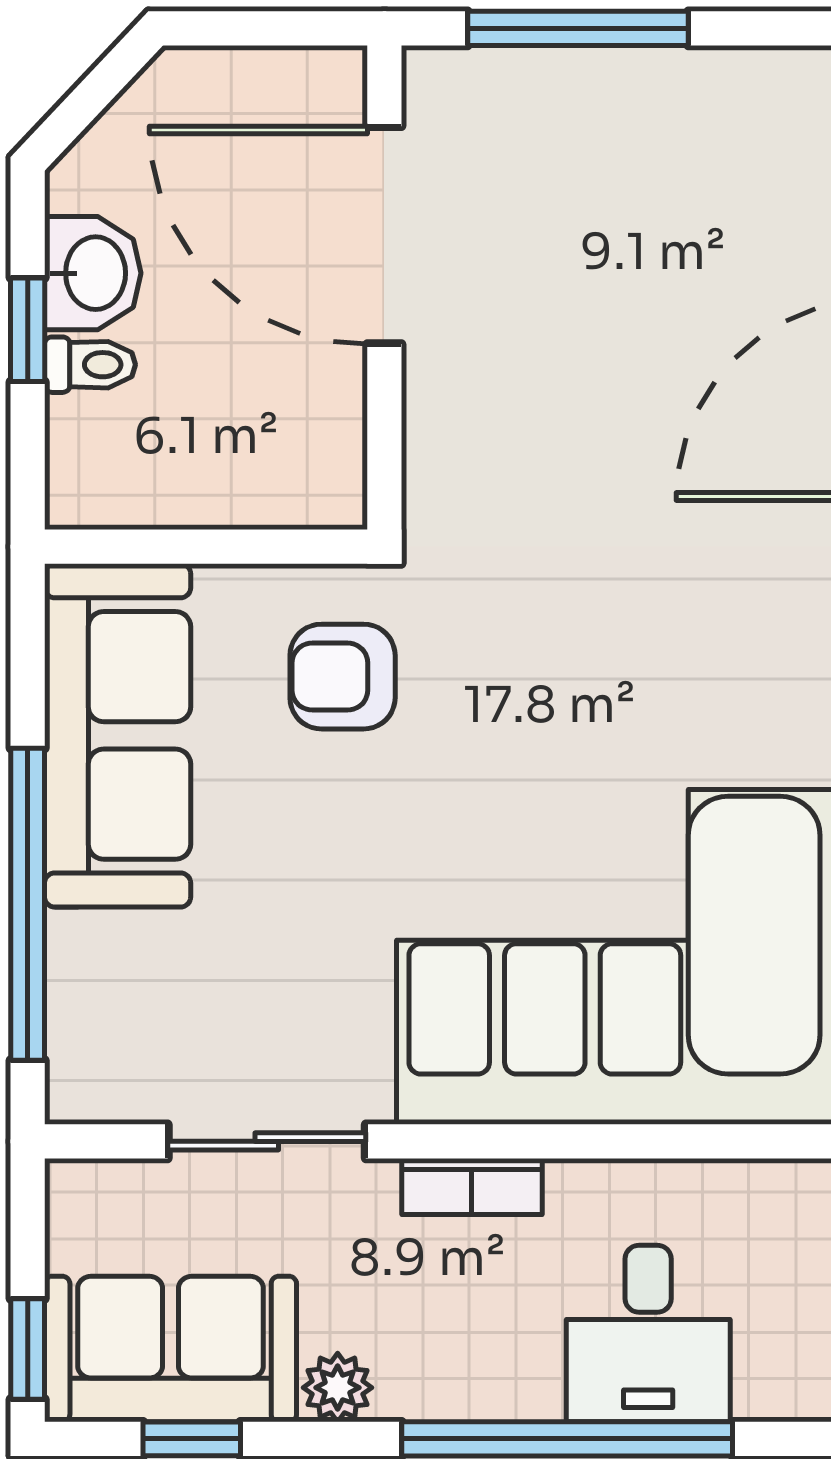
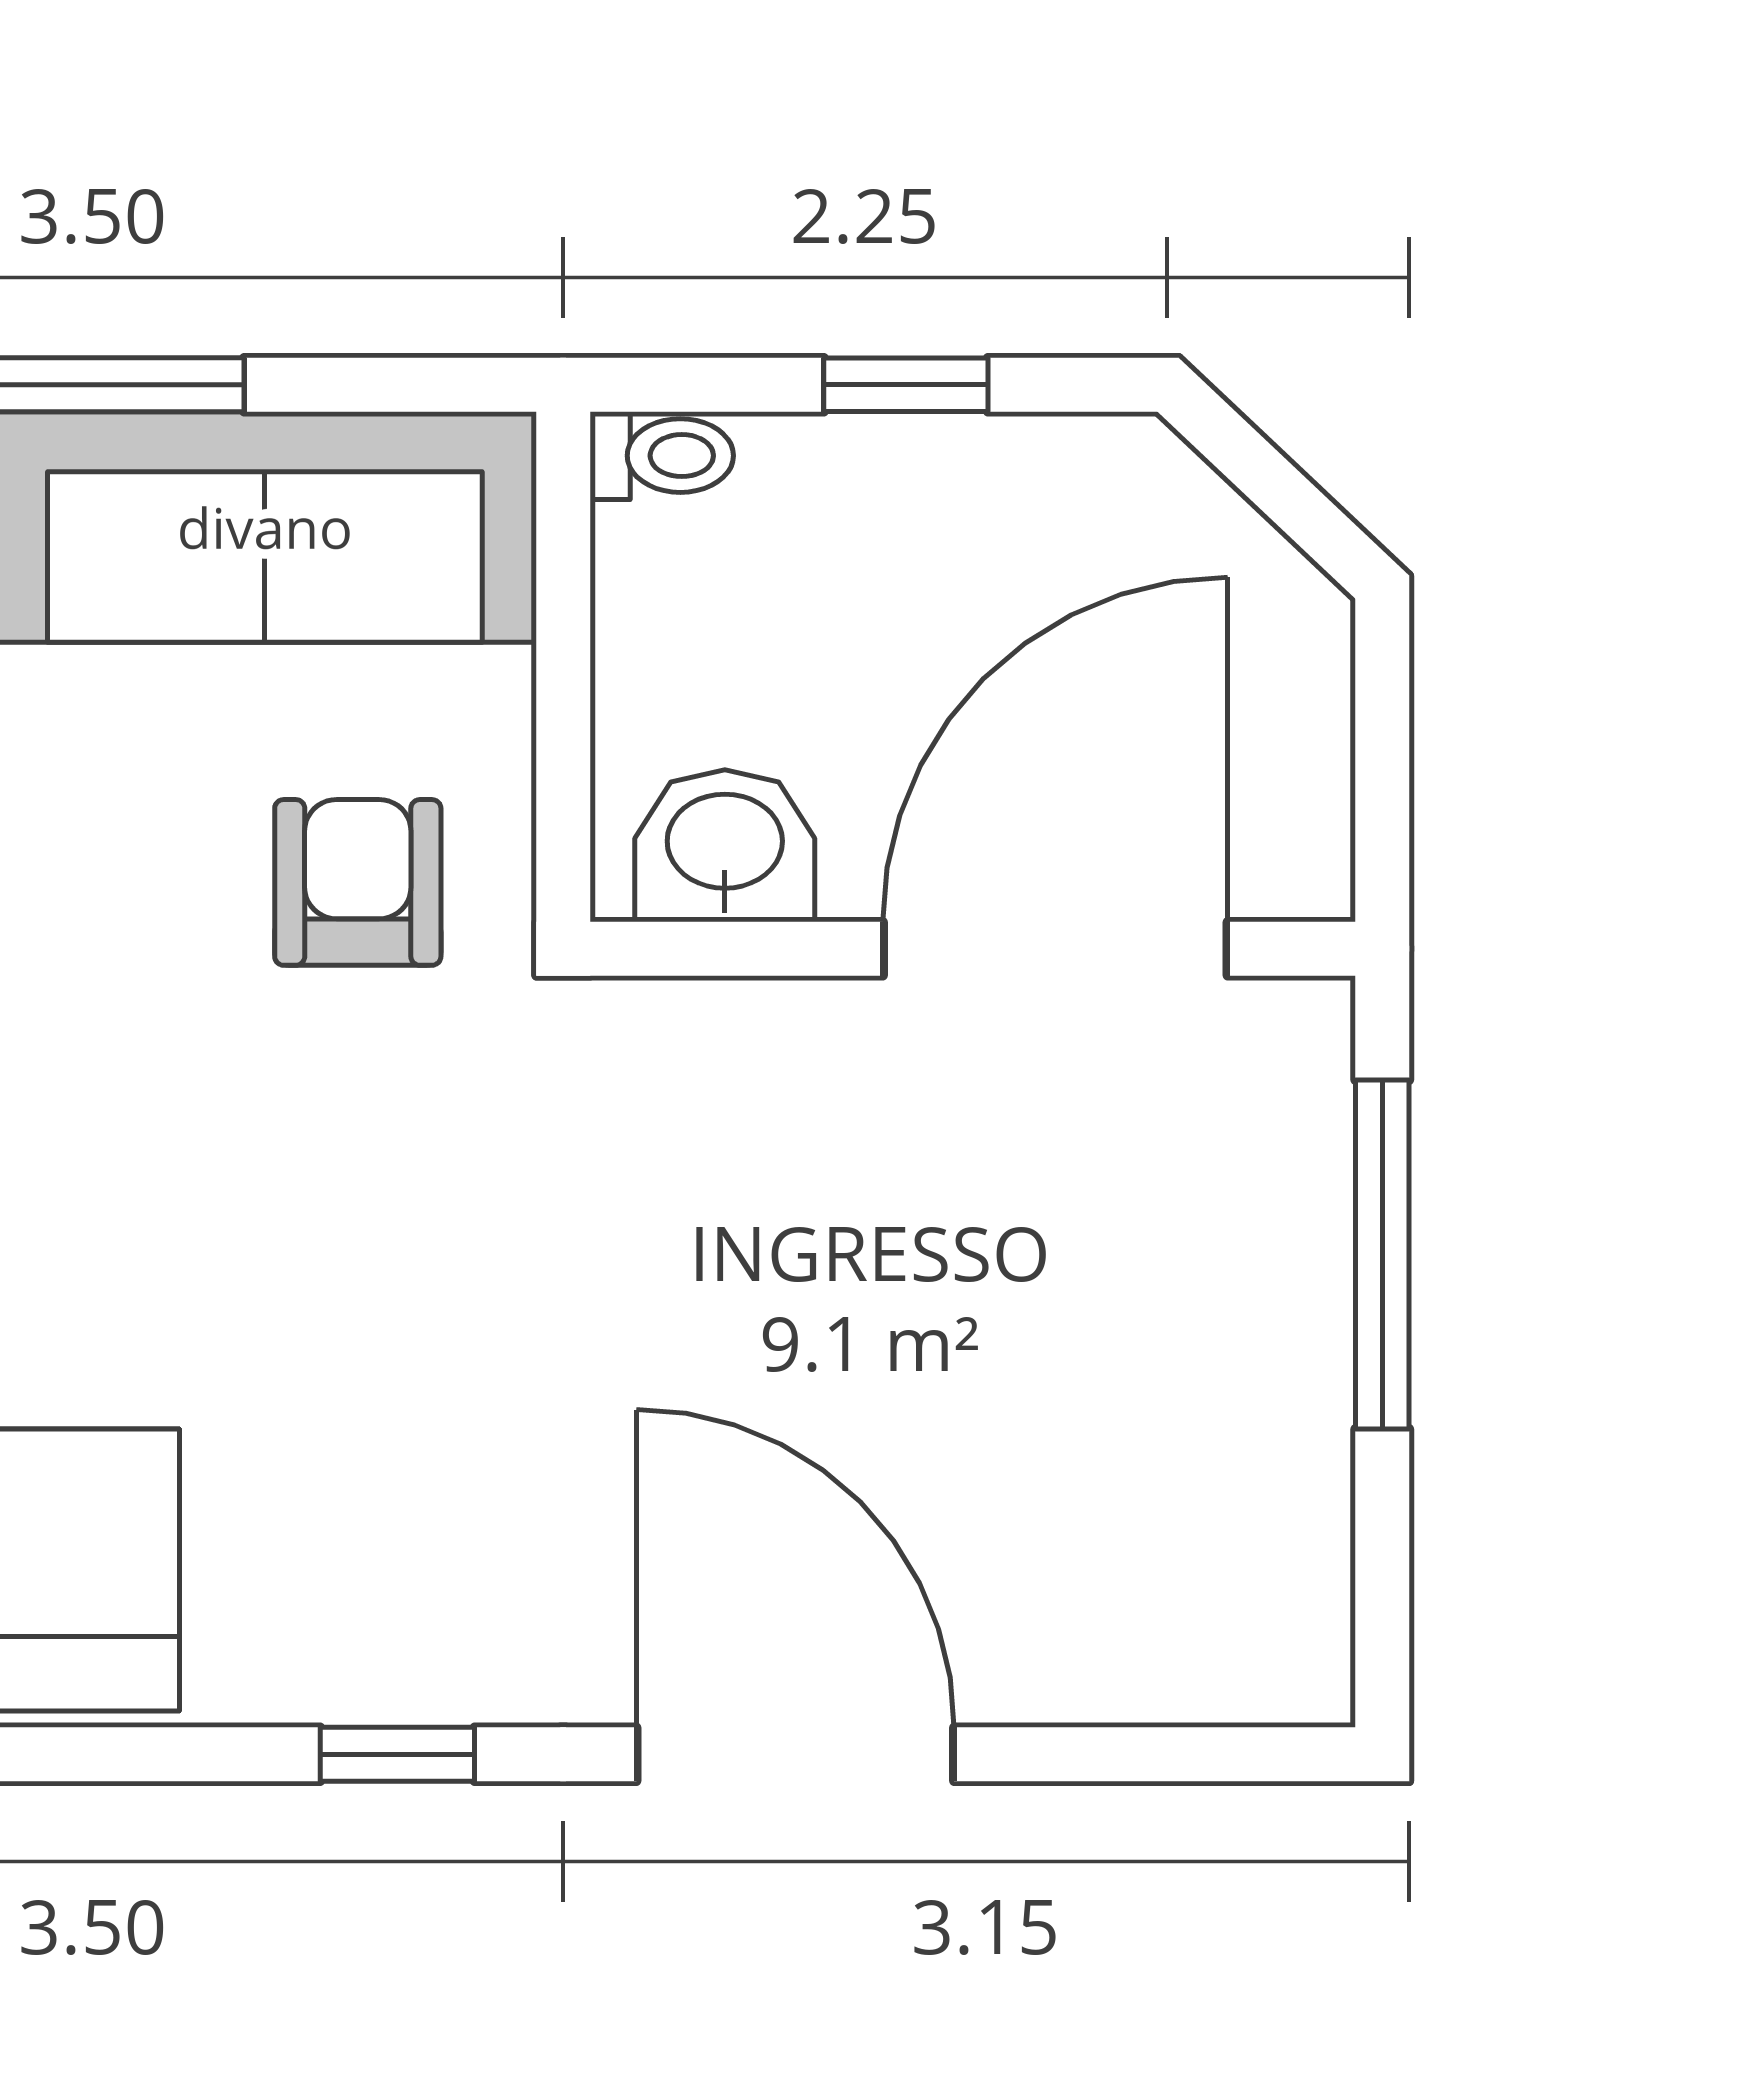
washbasin: (93, 273) -> (725, 846), moved, turned 180
toilet: (90, 365) -> (662, 456), moved, turned -90

